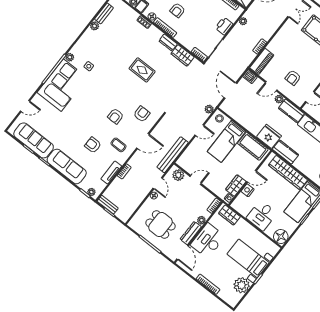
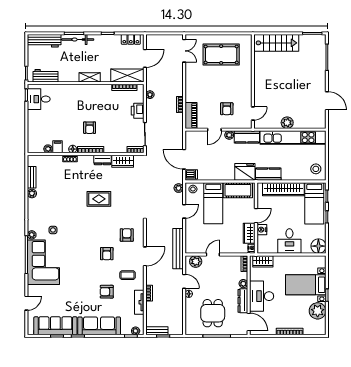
dishwasher: (250, 77) -> (191, 174), moved
dining table: (161, 225) -> (213, 313), turned 90

